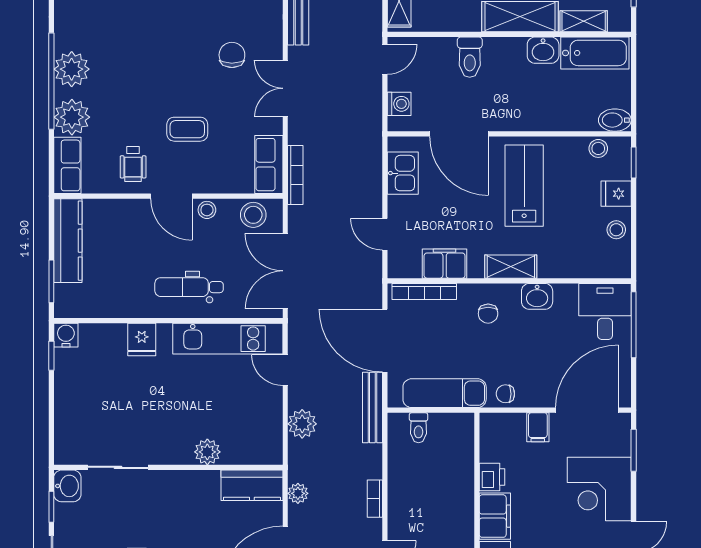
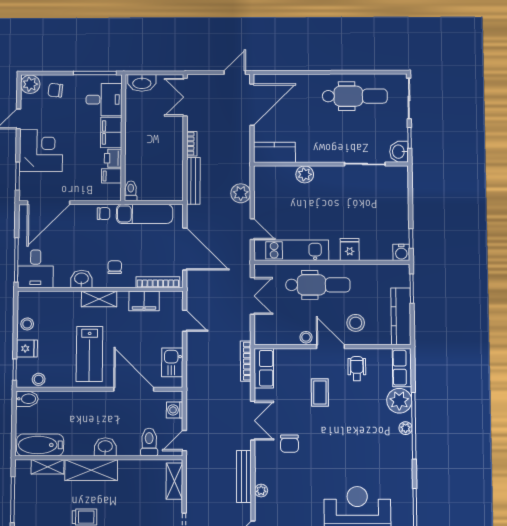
washbasin: (543, 50) -> (105, 447), moved
toilet: (470, 57) -> (149, 442), moved
plant: (72, 69) -> (406, 428), width x0.53, depth x0.53
coffee table: (187, 129) -> (320, 392), turned 90
stool: (253, 215) -> (356, 323), moved
double door: (285, 271) -> (252, 296), width x0.73
dental chair: (189, 287) -> (318, 285), width x1.36, depth x1.38
bench: (372, 408) -> (193, 181), moved
filing cabinet: (538, 427) -> (111, 176), moved, turned -90
toilet: (419, 428) -> (131, 191), moved
plant: (298, 493) -> (243, 147), removed

